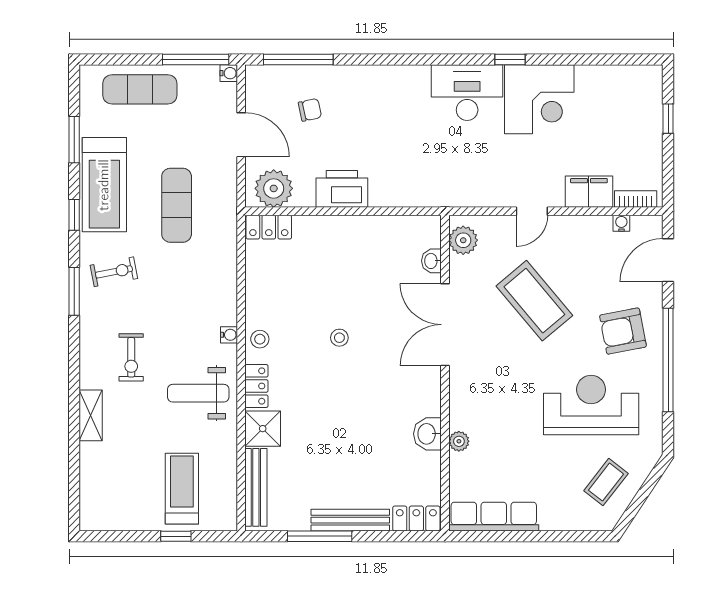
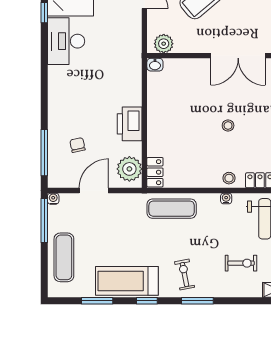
treadmill: (104, 185) -> (127, 281), turned 180
exercise mat: (177, 205) -> (172, 209), moved
washbasin: (431, 261) -> (155, 65), moved
double door: (445, 325) -> (238, 56), moved

